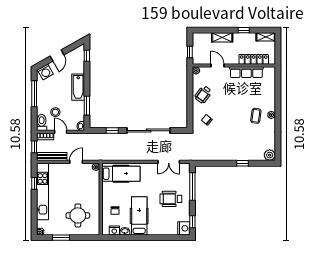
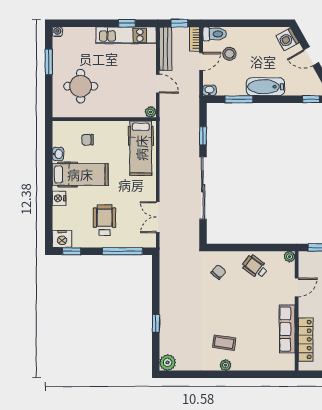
window: (34, 94) -> (256, 23), removed
kitchen unit: (43, 192) -> (126, 35), width x0.73
nightstand: (114, 230) -> (59, 198), moved

